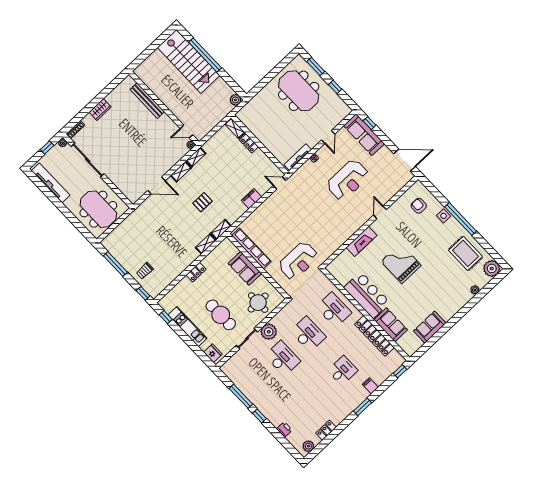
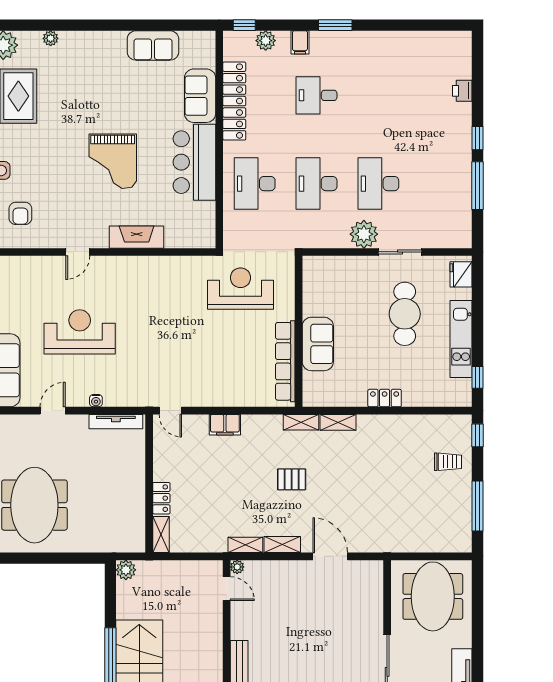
round table: (258, 303) -> (342, 284), removed
locker: (326, 430) -> (410, 40), removed
plant: (308, 446) -> (266, 41), moved

